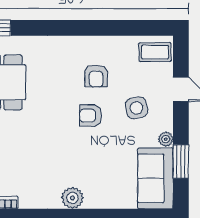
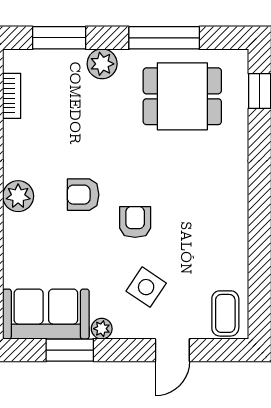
armchair: (96, 76) -> (83, 195), moved
side table: (136, 108) -> (146, 287), turned 45

